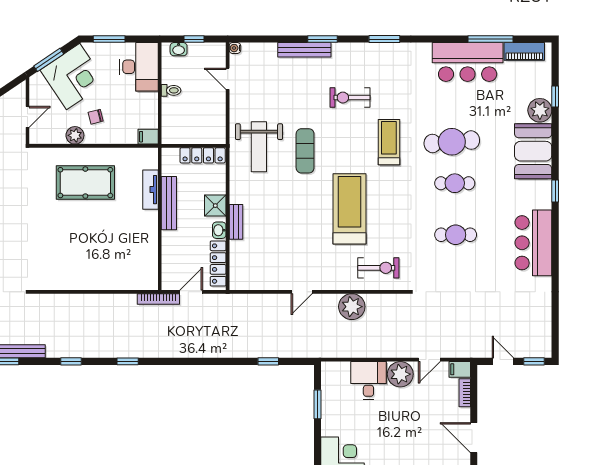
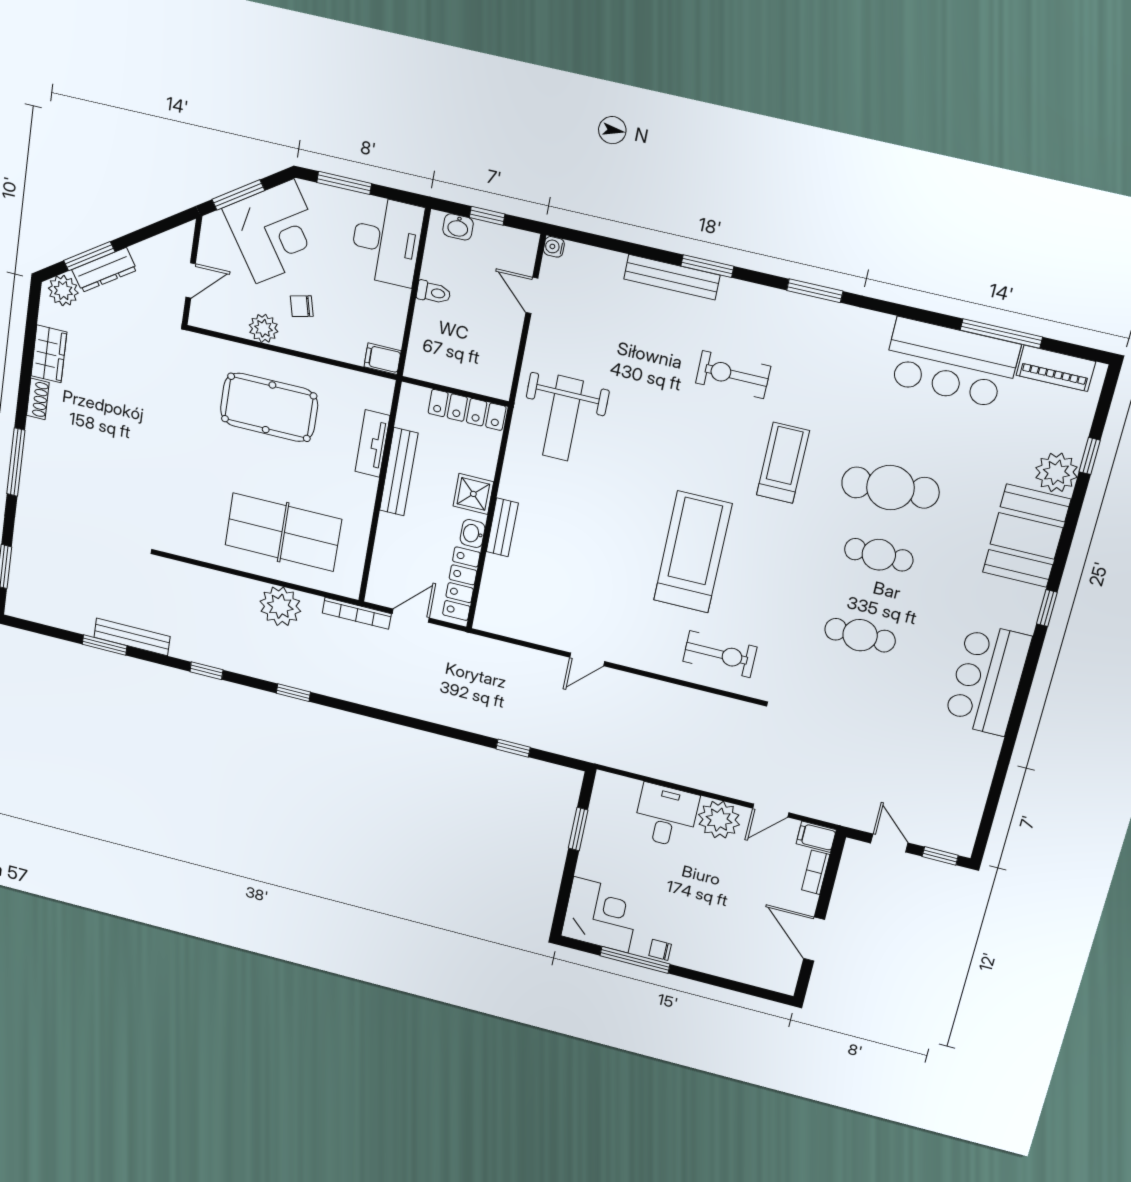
exercise mat: (305, 151) -> (638, 443), removed
table tennis table: (106, 259) -> (283, 532), added
plant: (352, 307) -> (280, 606), moved

